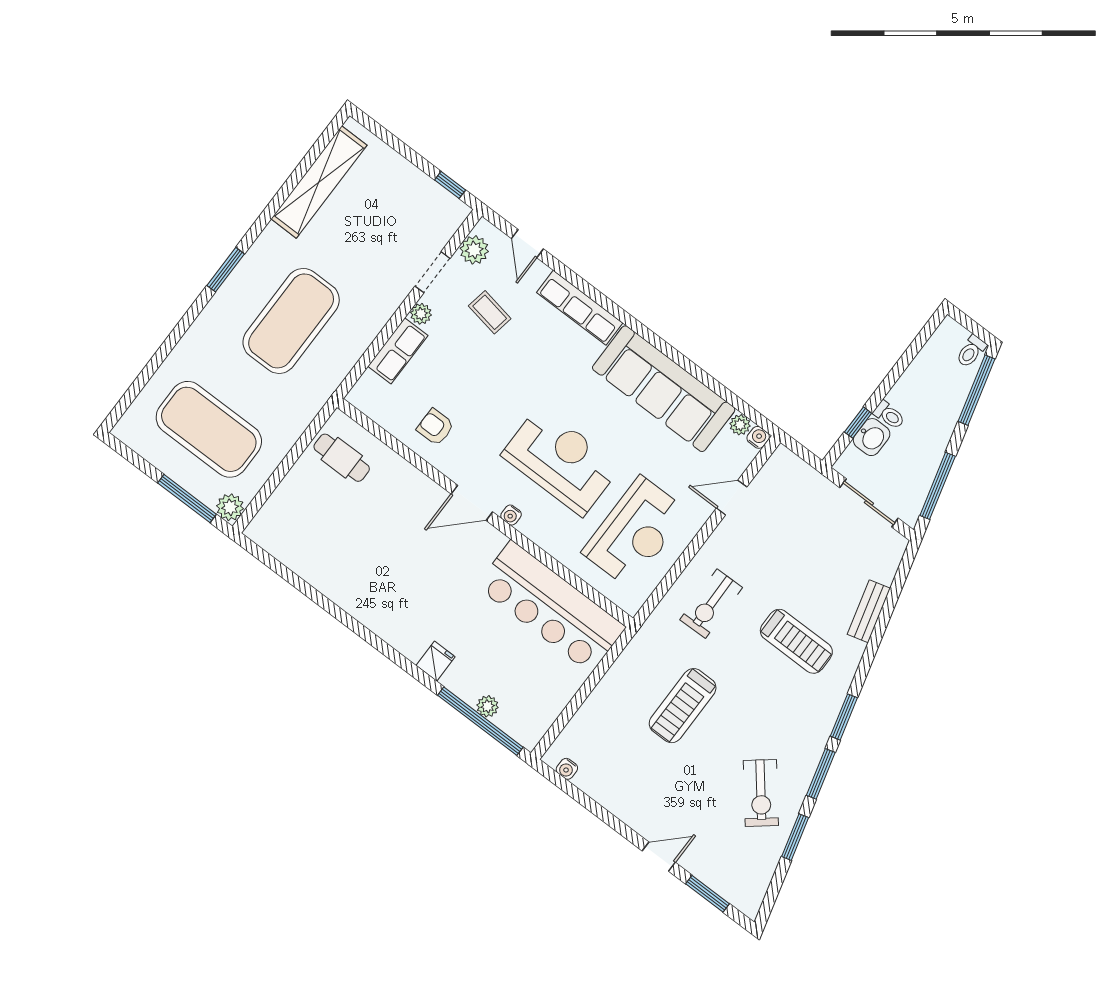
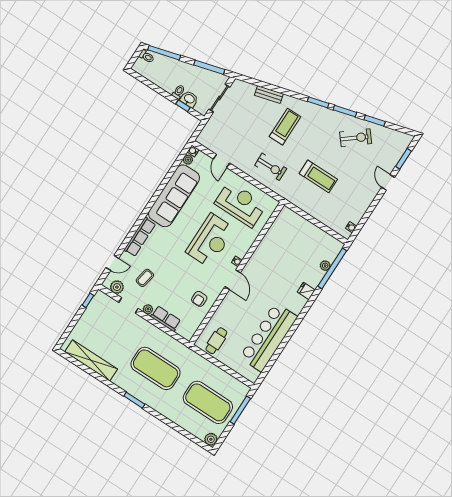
exercise mat: (209, 429) -> (208, 402), turned 90
reception desk: (561, 461) -> (210, 240), turned 180
plant: (230, 507) -> (211, 439), moved
bar counter: (551, 607) -> (268, 337), moved, turned 180

